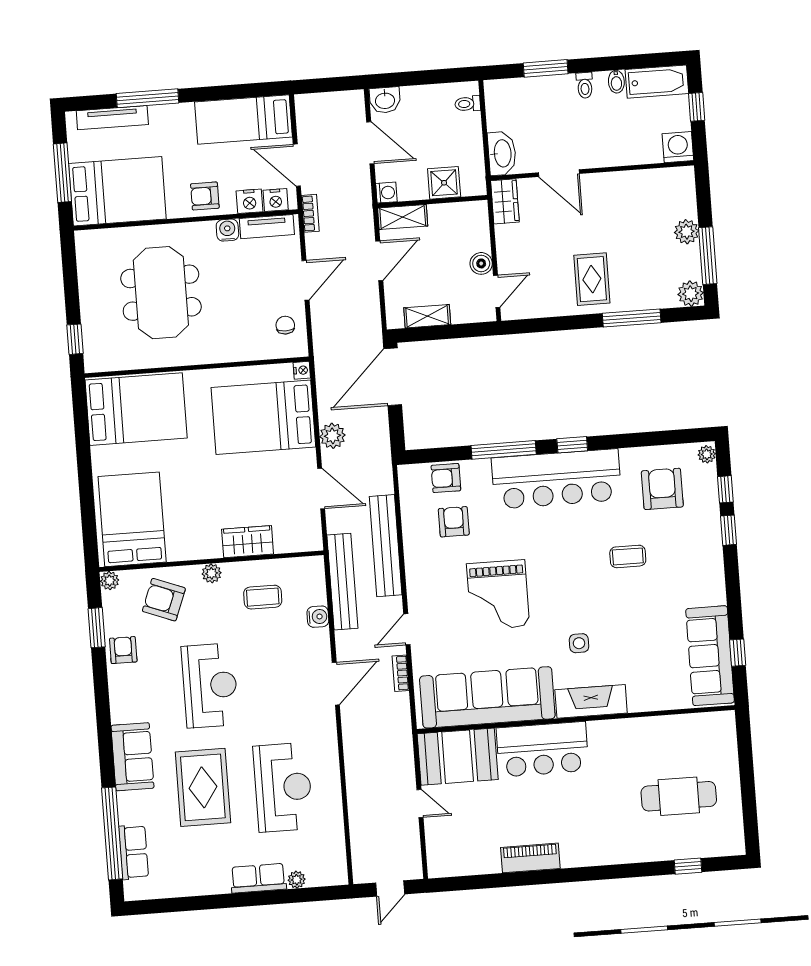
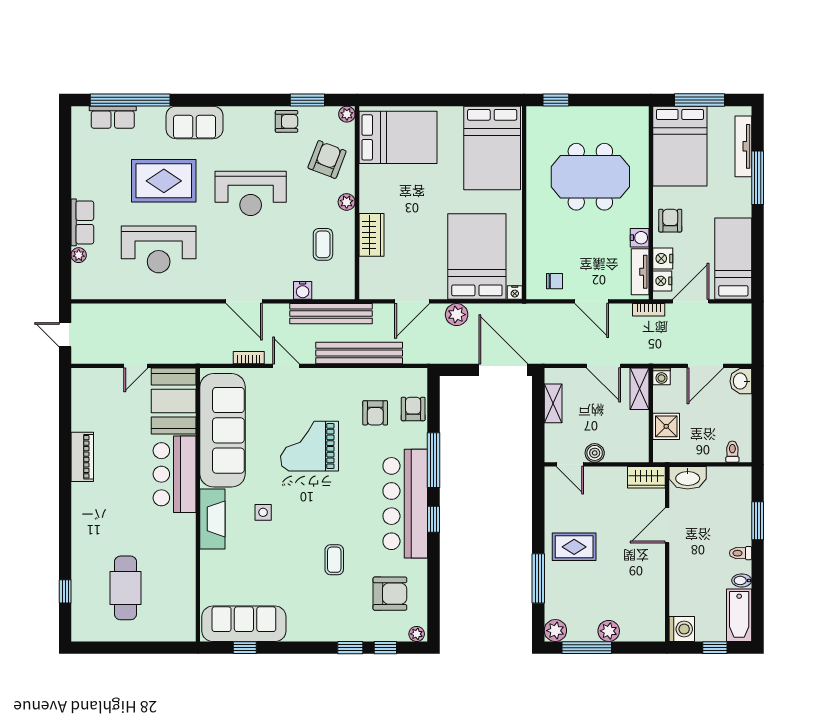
armchair: (454, 522) -> (375, 413), turned 90

